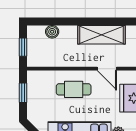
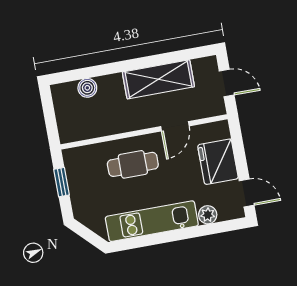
window: (23, 47) -> (50, 117), removed
door: (107, 69) -> (175, 126), hinge flipped

